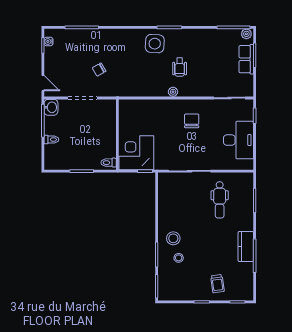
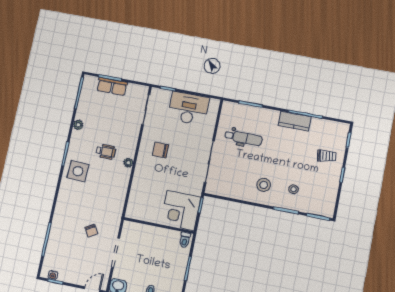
plant: (246, 34) -> (78, 125), moved
stool: (173, 238) -> (264, 185), moved

